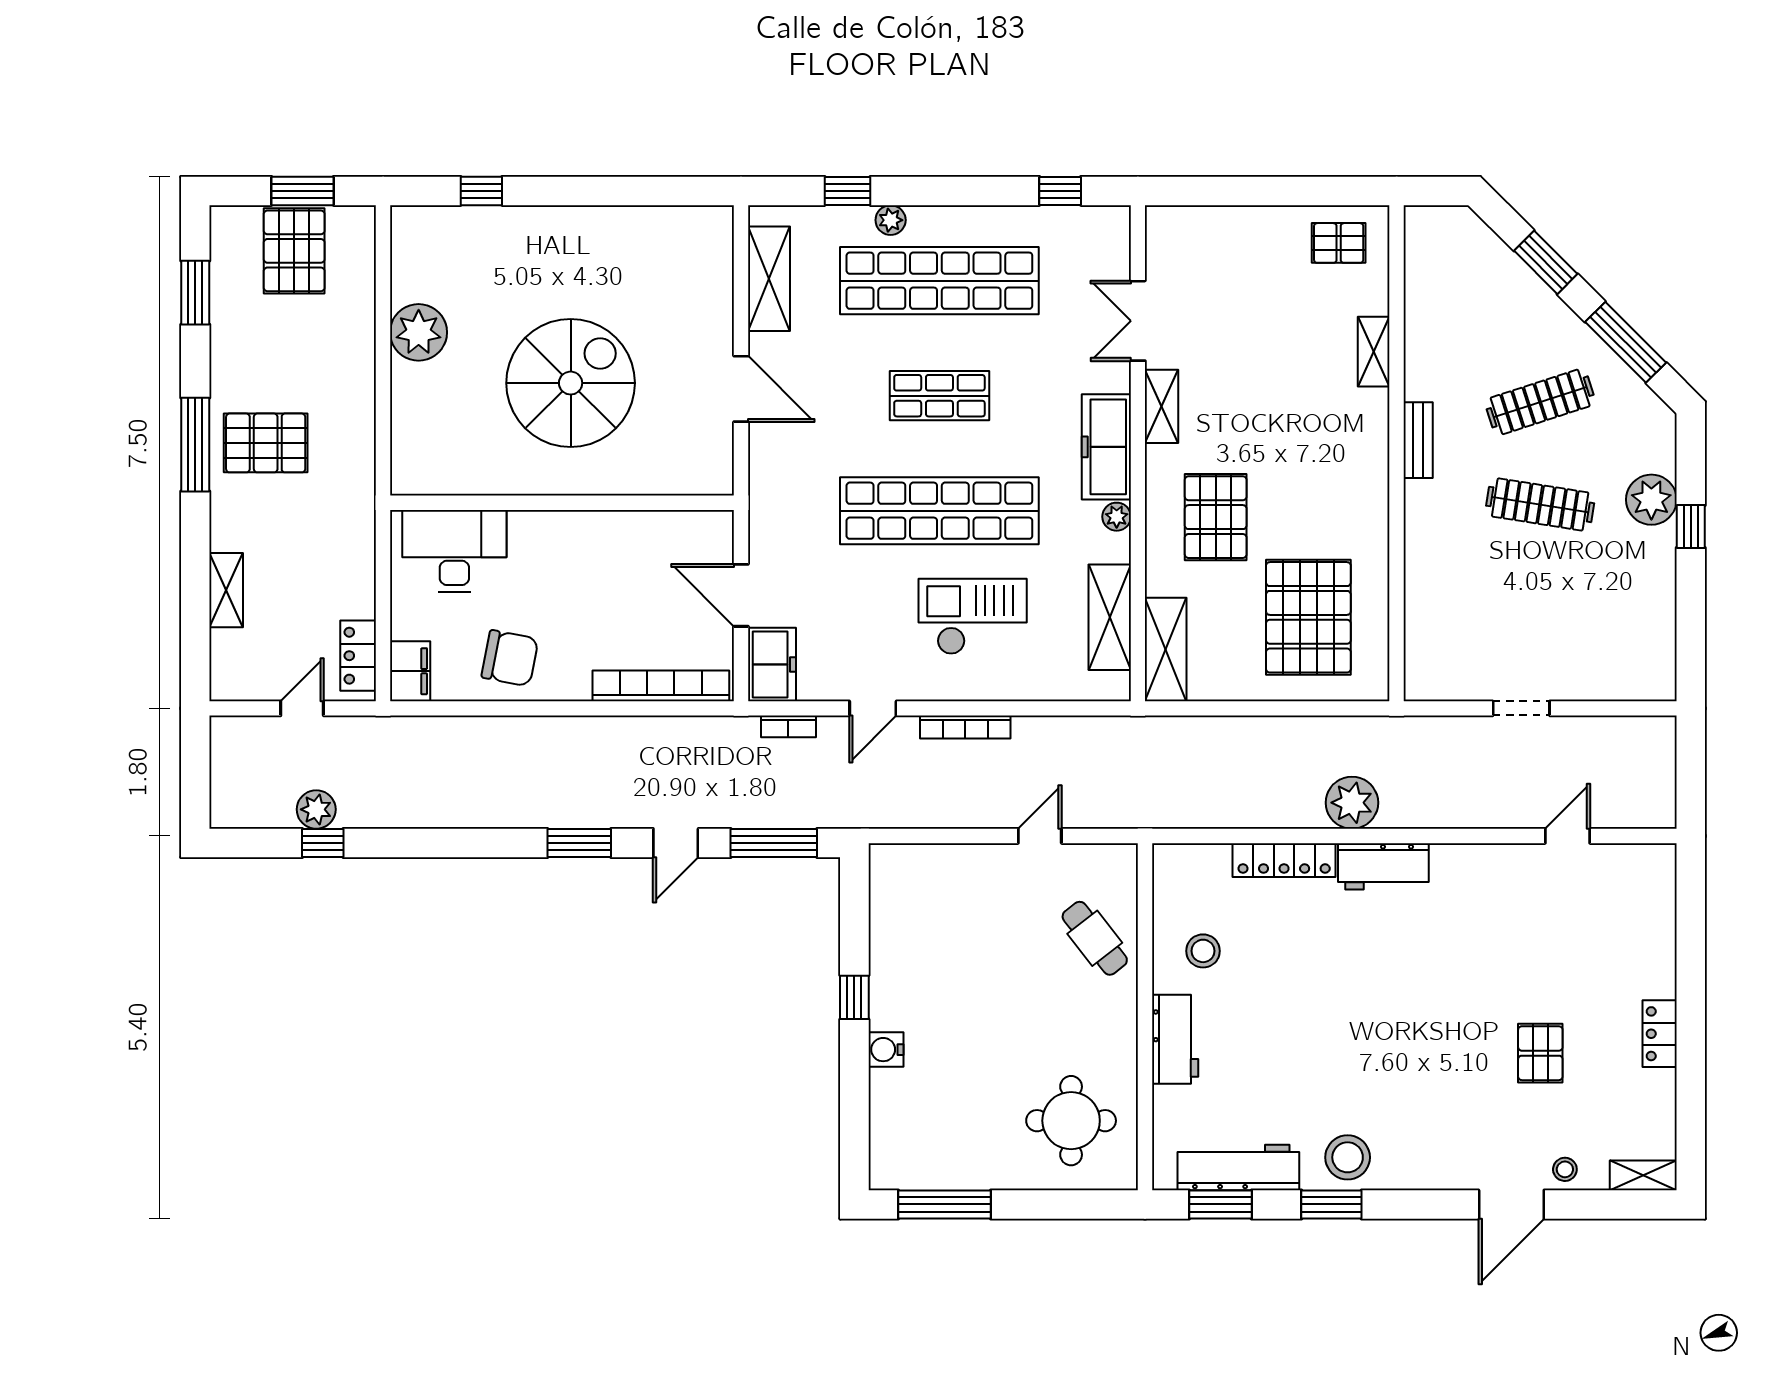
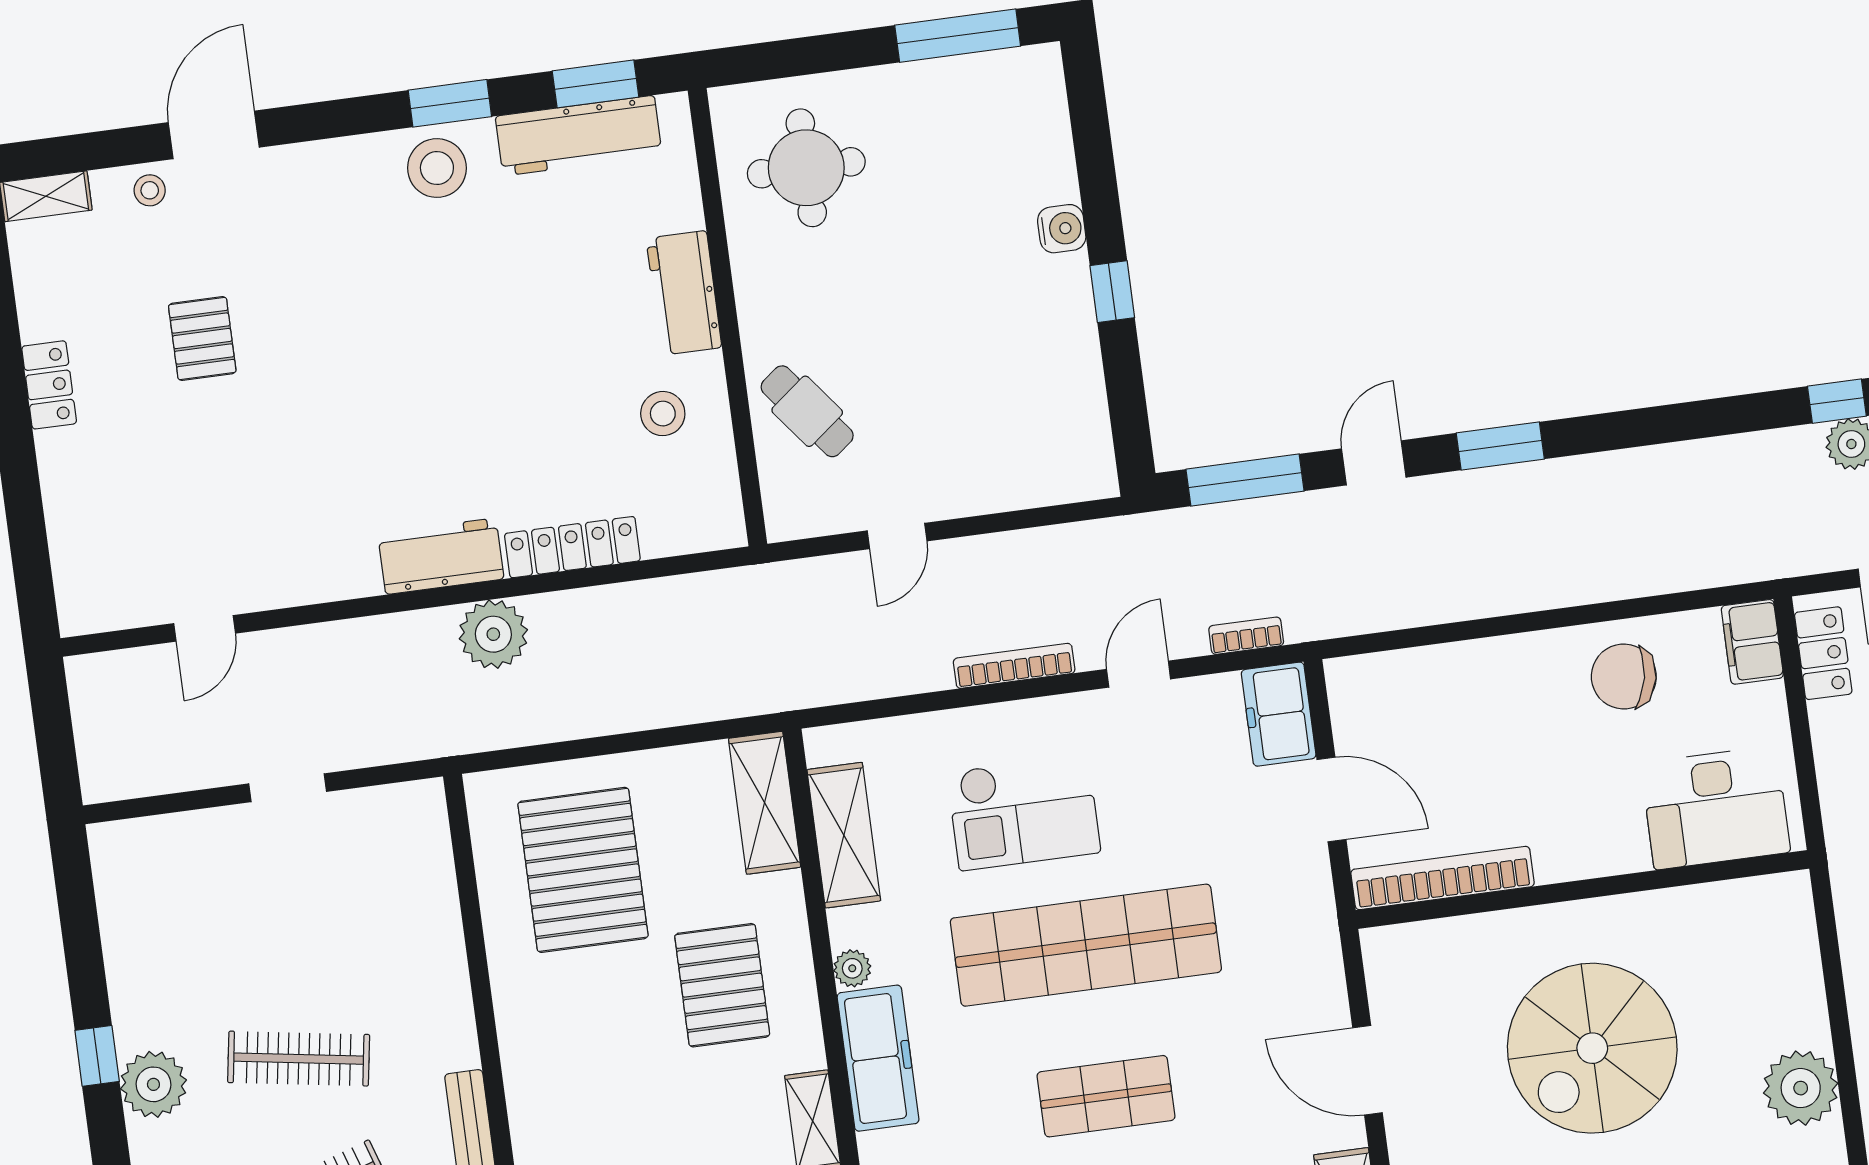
bookcase: (661, 686) -> (1443, 878), moved, turned 180

